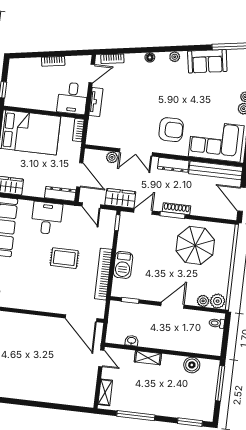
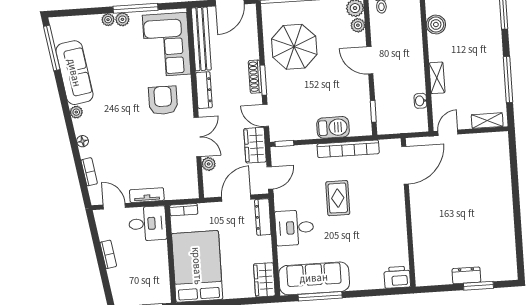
bookcase: (112, 59) -> (89, 172), moved
sofa: (207, 61) -> (74, 73), width x1.36

